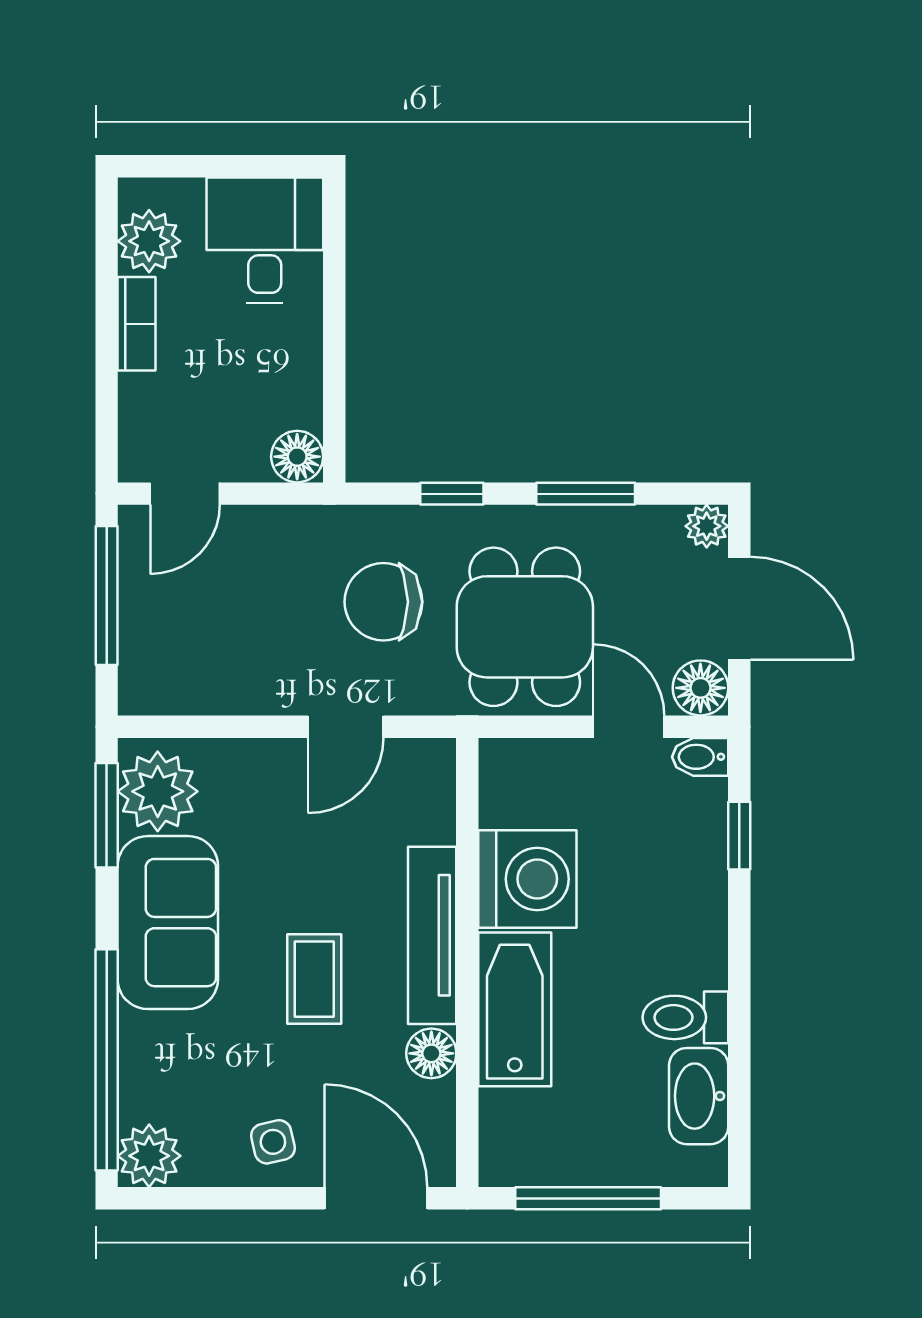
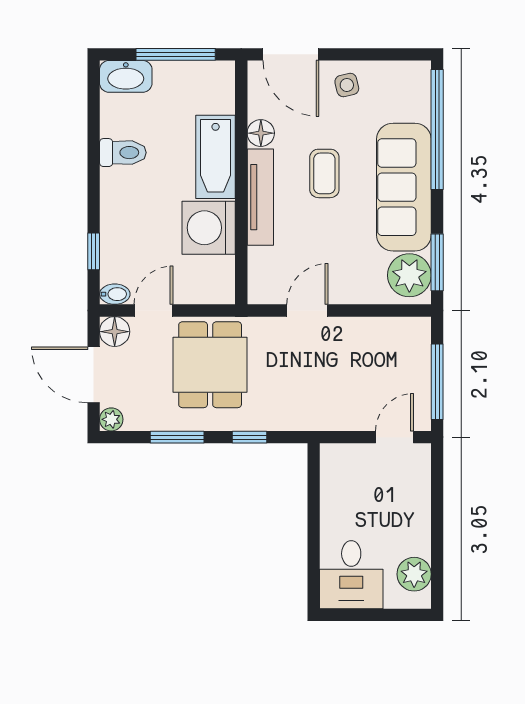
bookcase: (137, 324) -> (421, 529), removed
floor lamp: (297, 457) -> (334, 457), removed
chair: (383, 602) -> (287, 378), removed
door: (629, 727) -> (154, 310), swing flipped
sofa: (168, 923) -> (404, 187), width x1.36
washbasin: (699, 1096) -> (126, 76), moved, turned 90
plant: (149, 1156) -> (414, 77), removed

